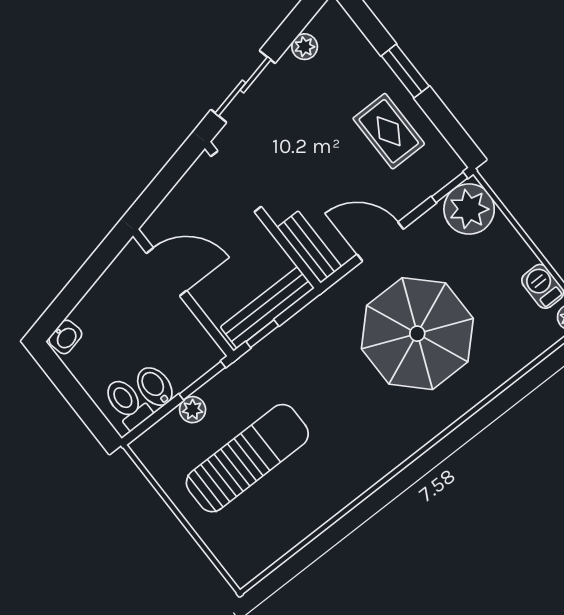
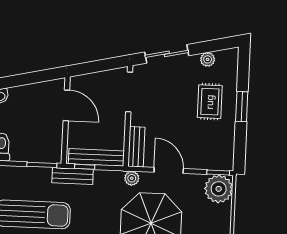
rug: (389, 131) -> (210, 102), moved
bench: (257, 360) -> (73, 176), added
bidet: (155, 387) -> (19, 150), removed
plant: (193, 410) -> (132, 178), moved

